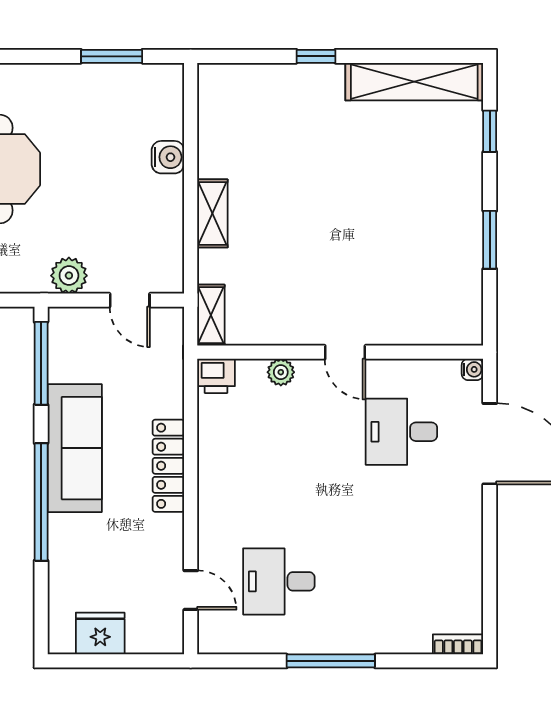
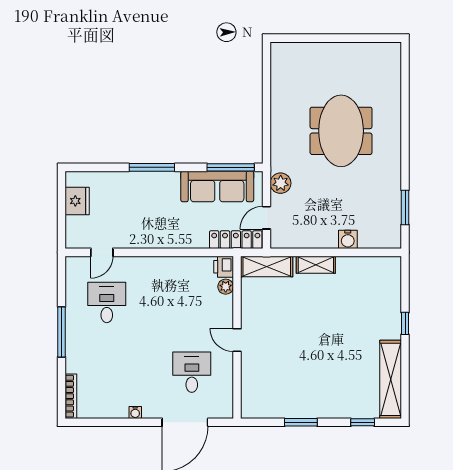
shelving: (211, 315) -> (267, 266), width x1.50, depth x1.33
door: (345, 352) -> (237, 340), hinge flipped
water cooler: (472, 369) -> (135, 412), moved
plant: (281, 372) -> (226, 287), moved
sofa: (75, 448) -> (217, 187), moved
locker: (168, 466) -> (236, 240), moved
window: (41, 502) -> (152, 167), width x0.68
bookcase: (458, 644) -> (71, 396), width x1.56

